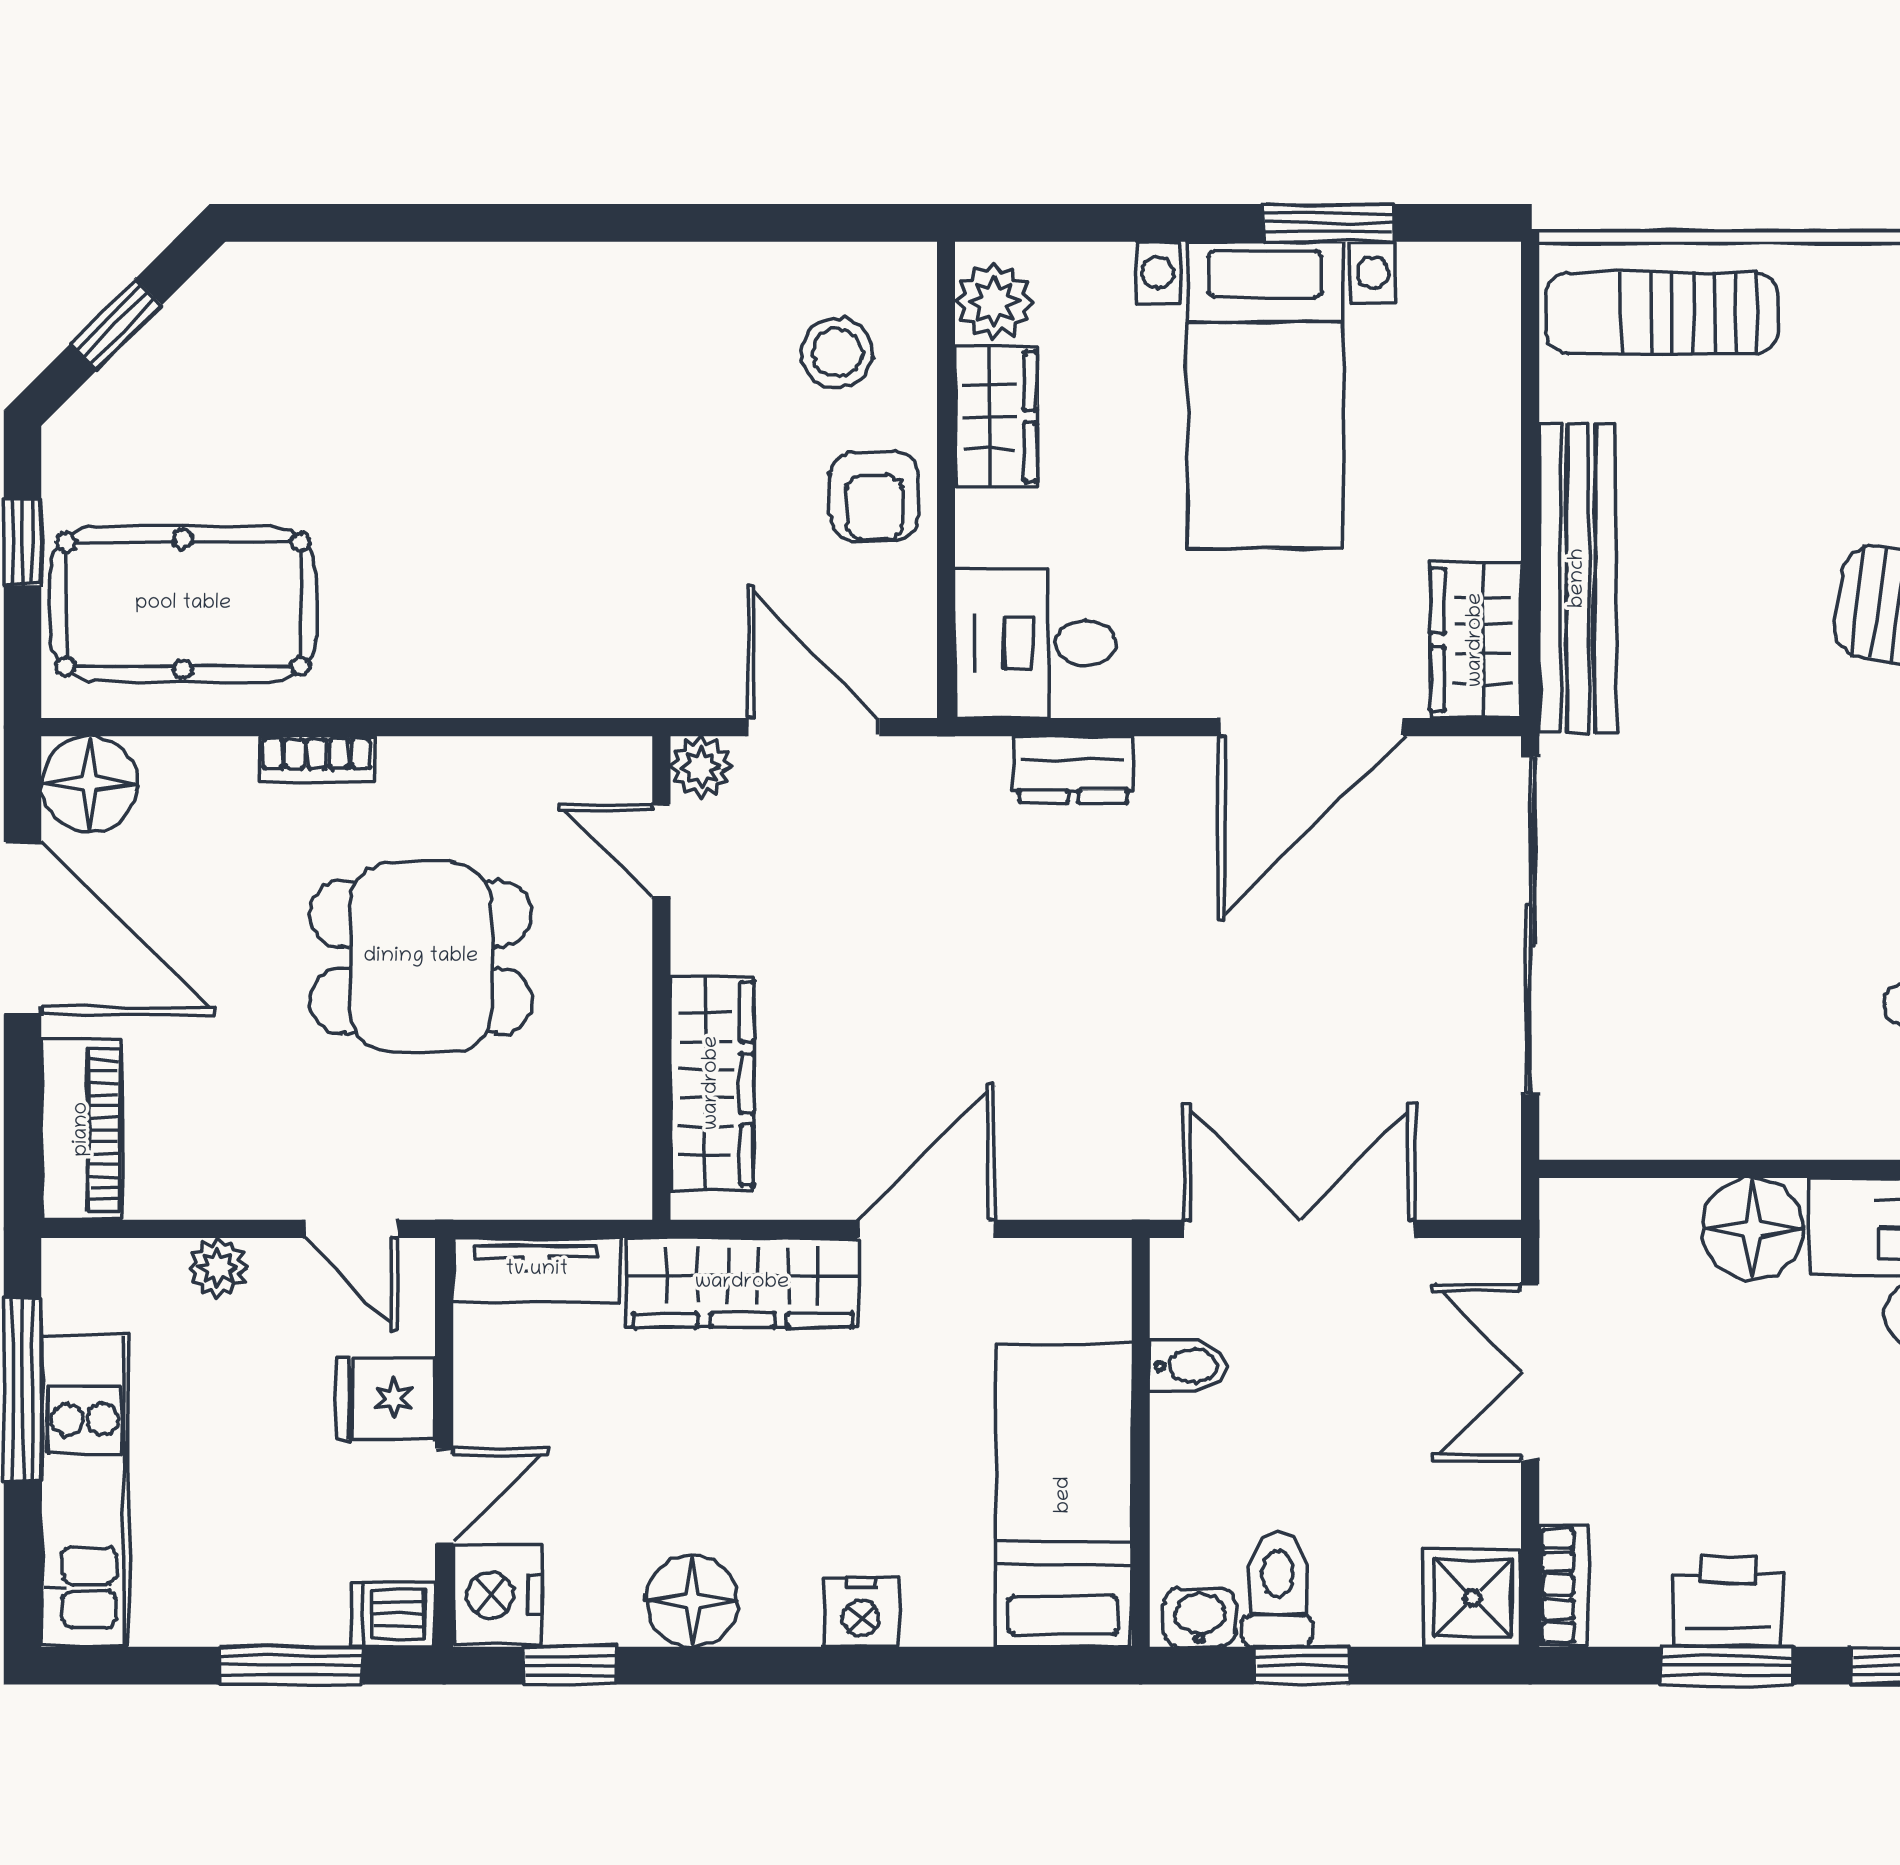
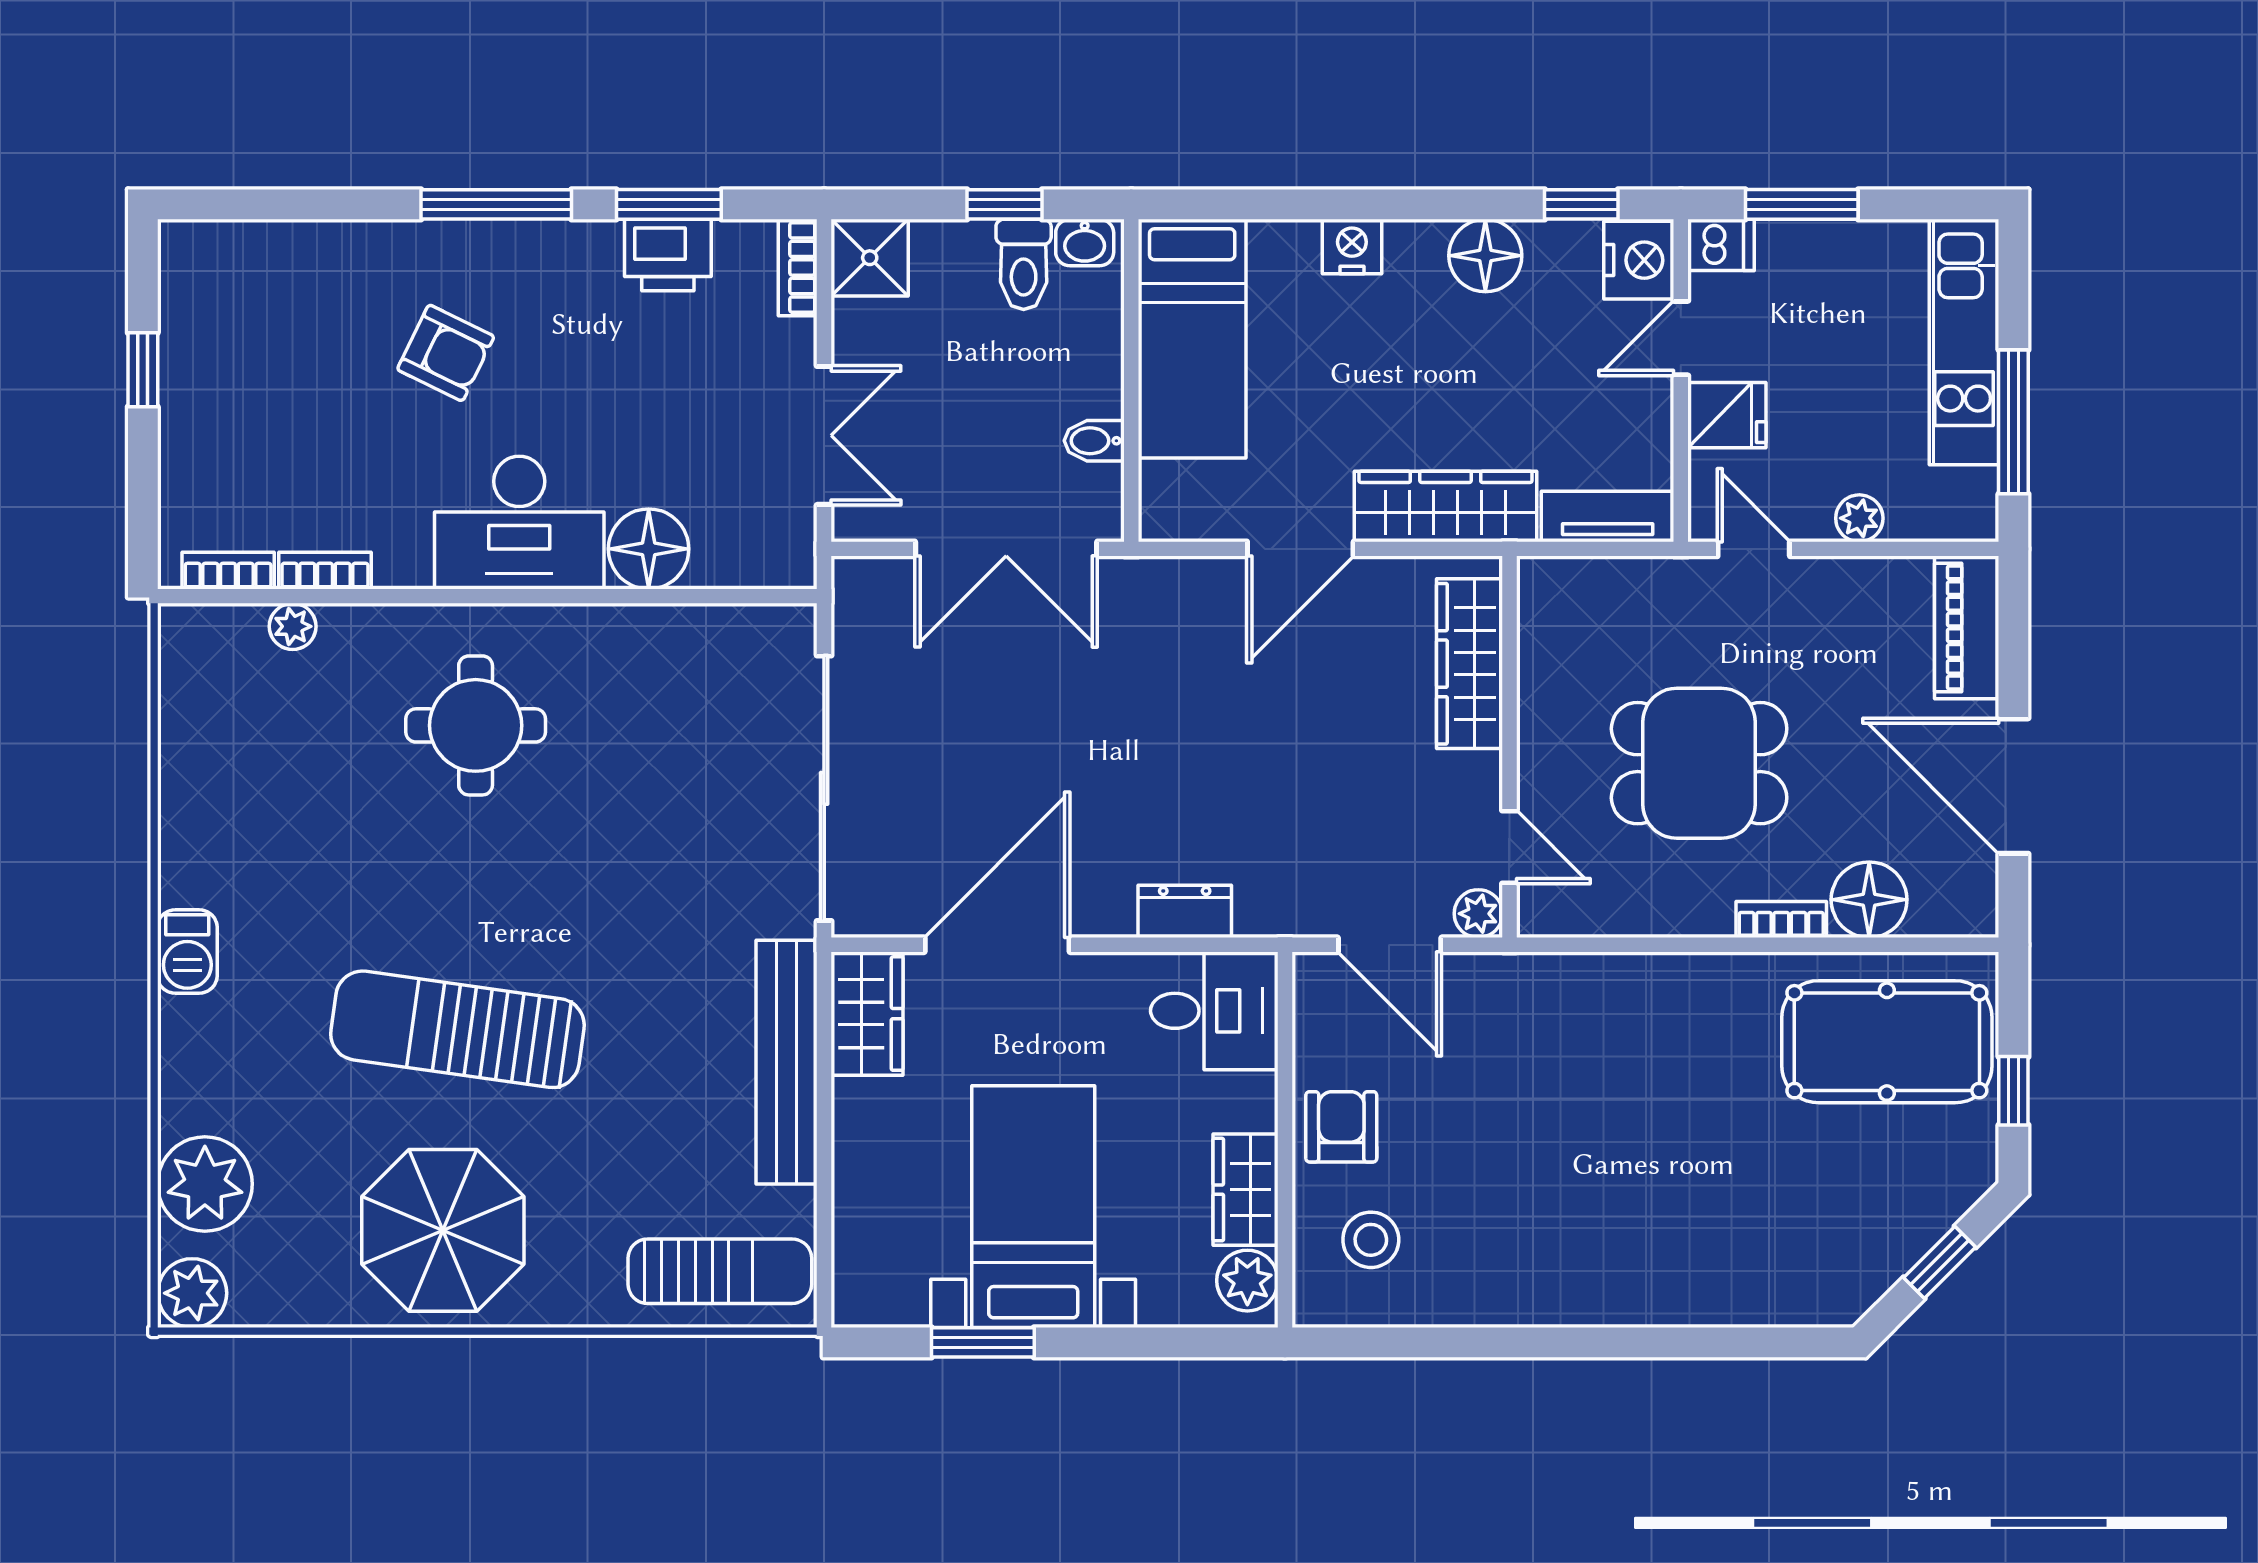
floor lamp: (89, 784) -> (1869, 900), moved

